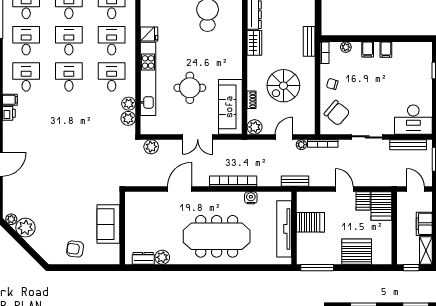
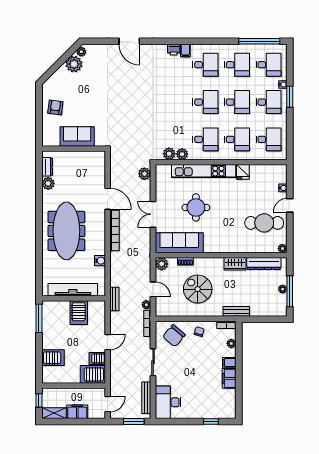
filing cabinet: (386, 50) -> (229, 378), width x2.00
bookcase: (233, 181) -> (115, 230), moved
server rack: (357, 252) -> (53, 358), width x0.62

